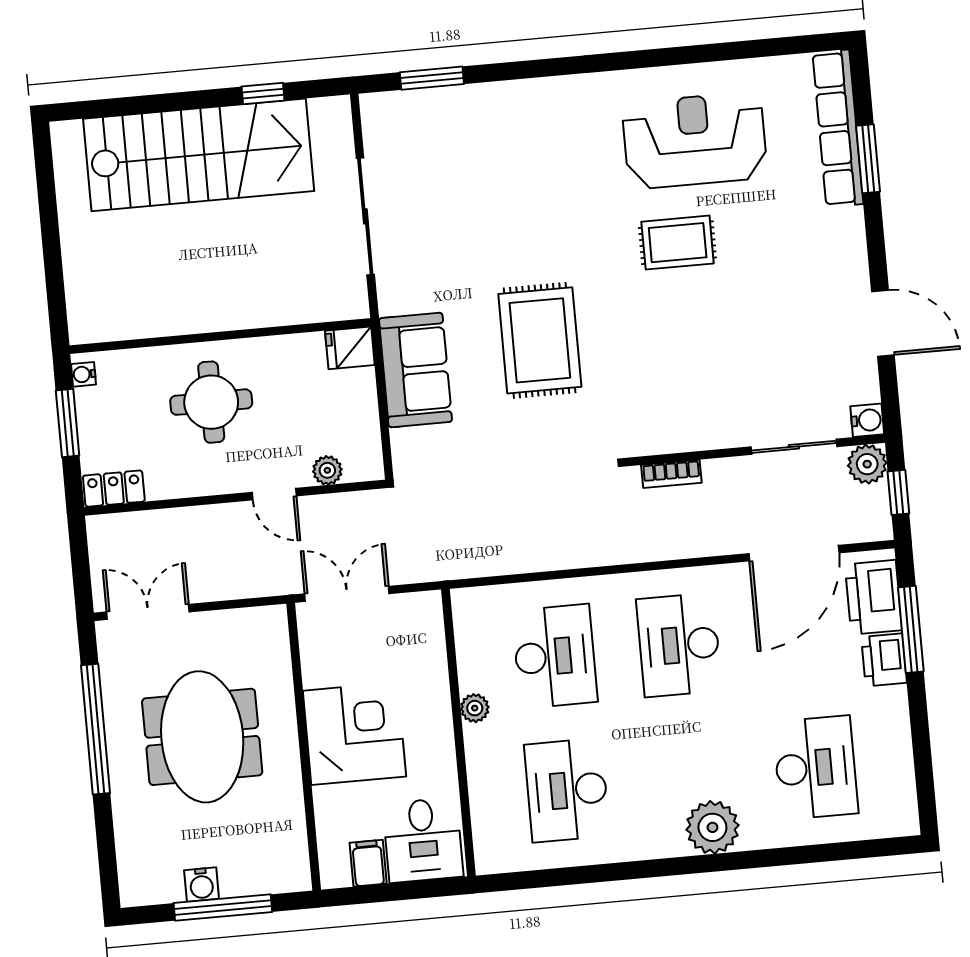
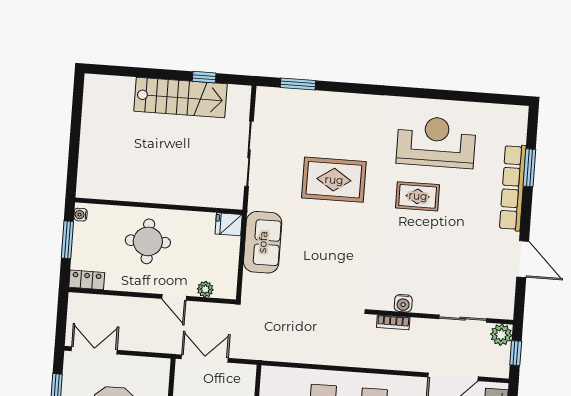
row of seats: (838, 128) -> (513, 188), moved
stairs: (199, 155) -> (181, 98), width x0.73, depth x0.66
rug: (540, 340) -> (334, 180), moved, turned 90
water cooler: (867, 420) -> (403, 303), moved, turned 90

